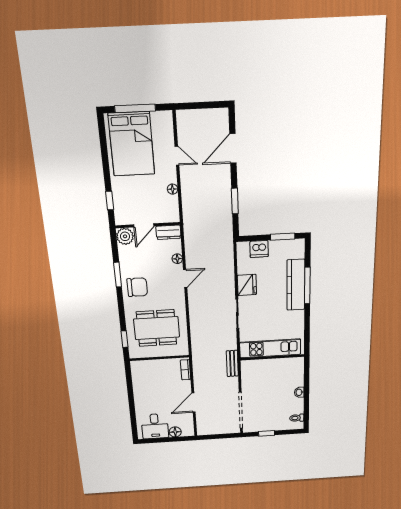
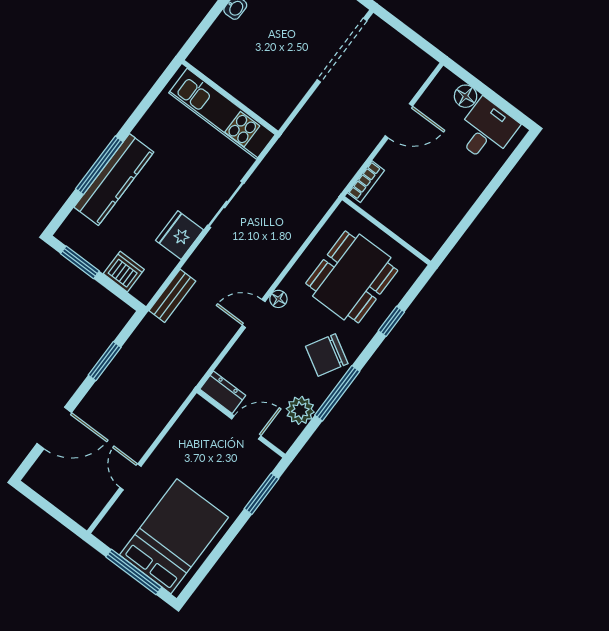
floor lamp: (173, 189) -> (171, 442), removed
window: (110, 201) -> (261, 494), width x1.50
plant: (125, 236) -> (300, 410), moved
floor lamp: (177, 259) -> (278, 299), moved
window: (118, 275) -> (337, 393), width x1.44
chair: (137, 287) -> (327, 355), turned -60
dining table: (157, 328) -> (352, 277), turned 90
window: (125, 339) -> (391, 321), moved
bench: (232, 363) -> (172, 296), moved

